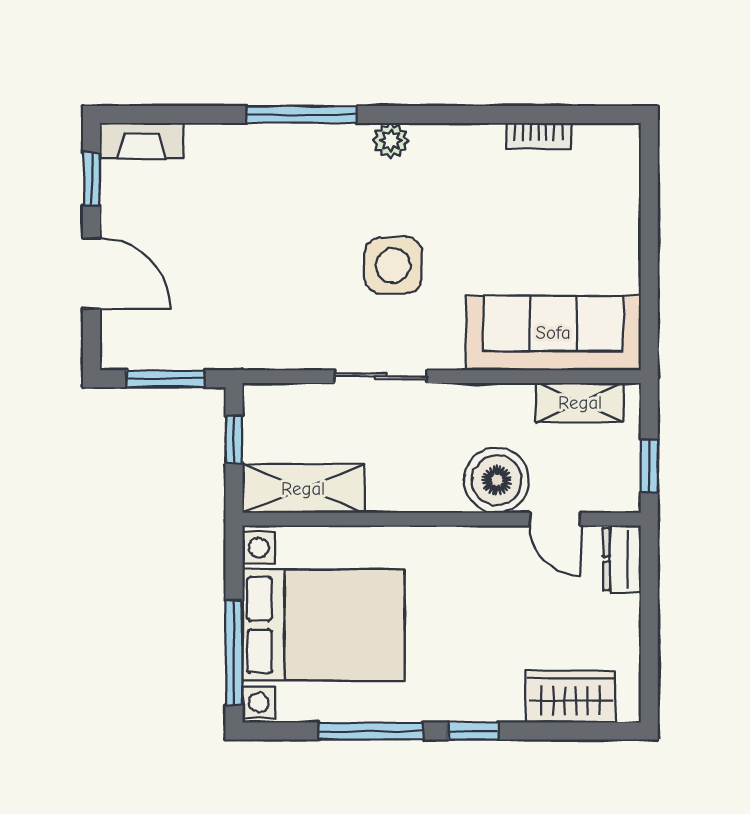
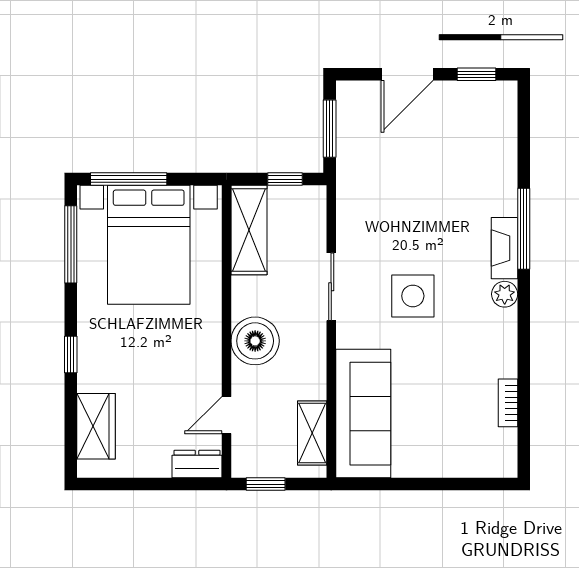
fireplace: (142, 141) -> (504, 248), moved
boiler: (497, 480) -> (255, 341), moved
window: (371, 731) -> (71, 244), moved

